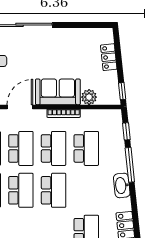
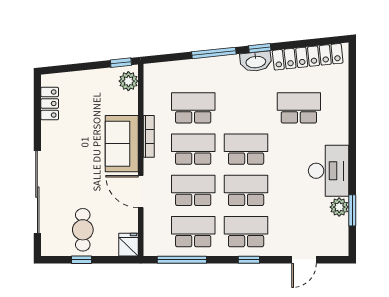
locker: (109, 57) -> (50, 104), moved, turned -84
plant: (89, 97) -> (128, 81), moved
window: (126, 131) -> (260, 48), moved
washbasin: (122, 185) -> (256, 61), moved

